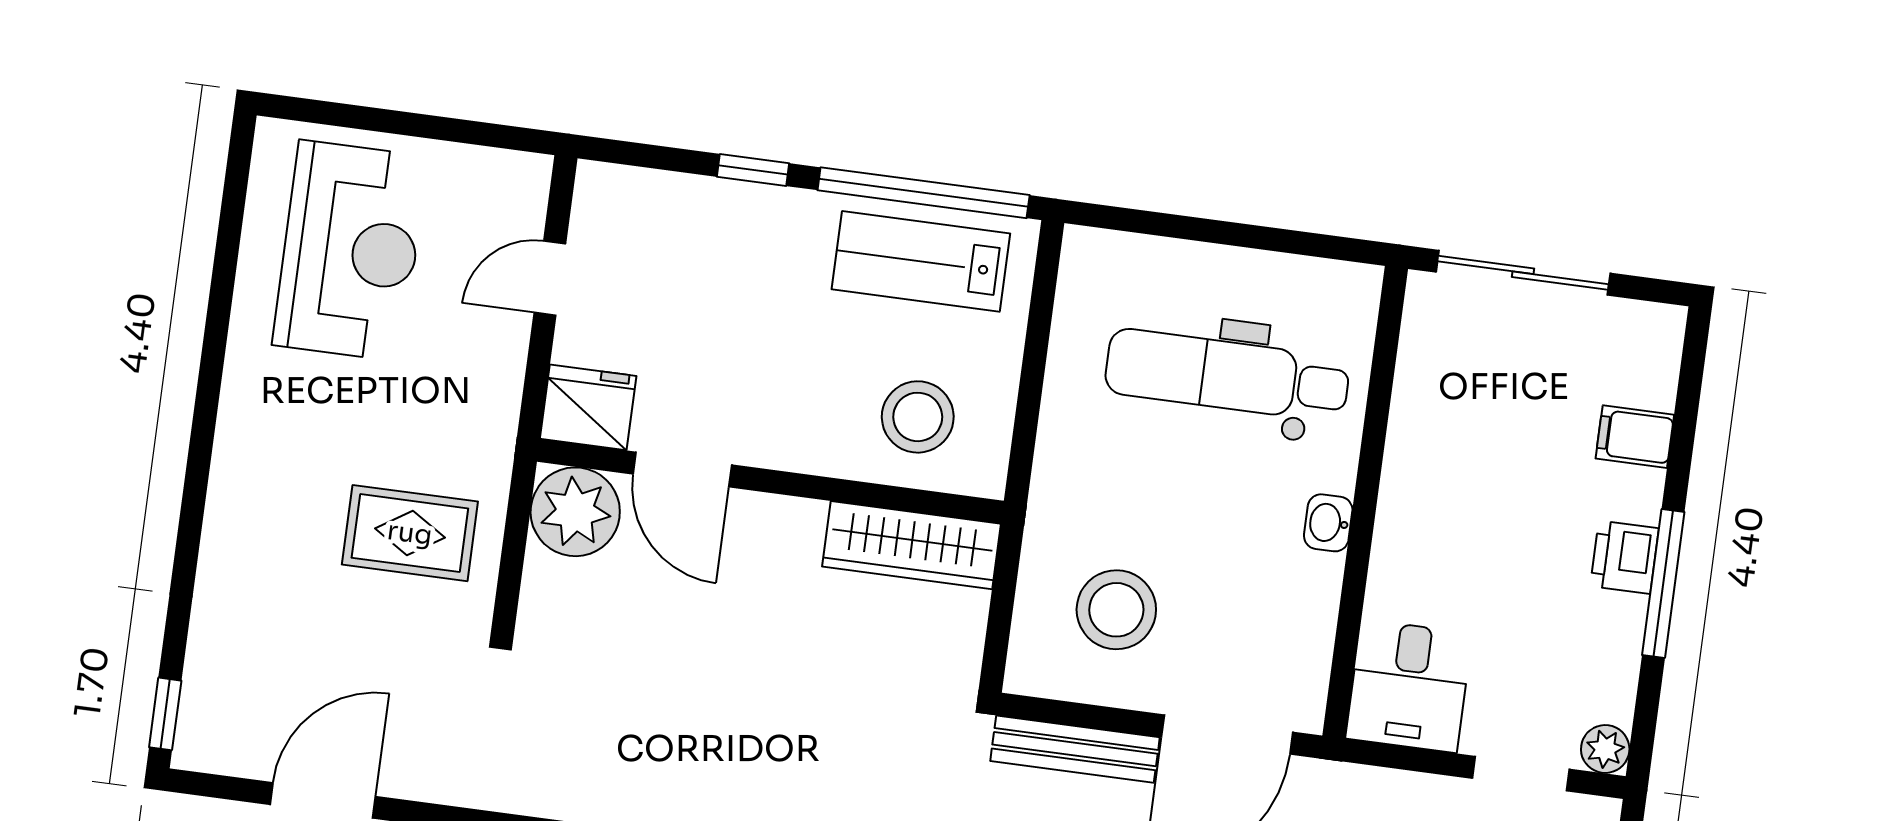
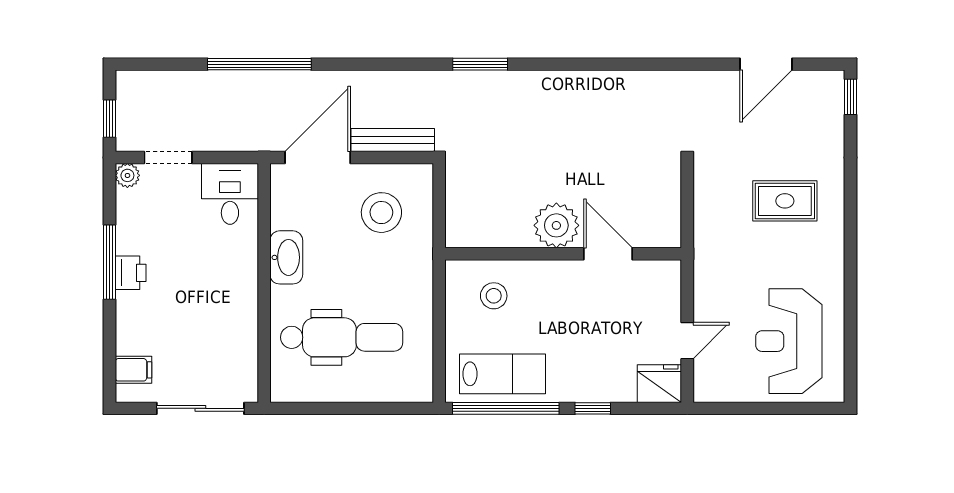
fridge: (588, 407) -> (659, 384), moved, turned 180
stool: (918, 417) -> (494, 296), width x0.73, depth x0.73
filing cabinet: (1635, 437) -> (133, 370), moved
plant: (575, 512) -> (556, 225), moved
washbasin: (1328, 523) -> (286, 257), width x1.91, depth x1.45
rug: (410, 533) -> (785, 201), moved
wardrobe: (912, 545) -> (488, 231), removed

